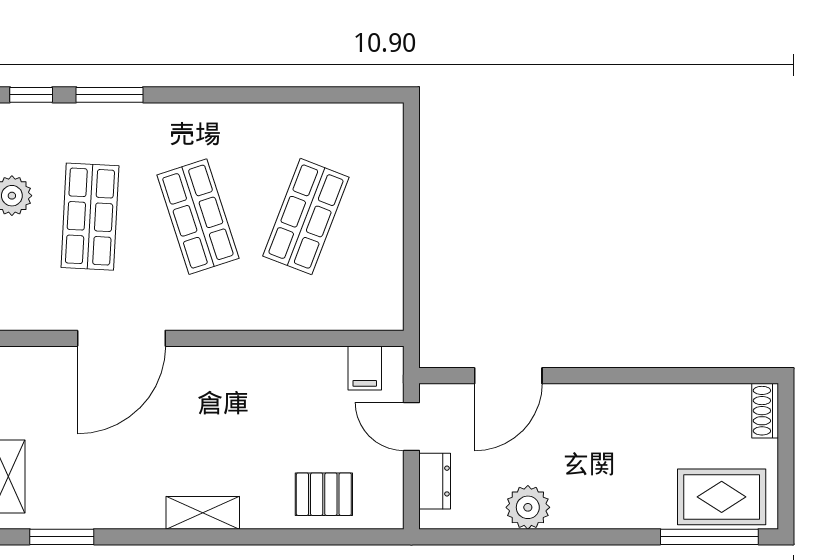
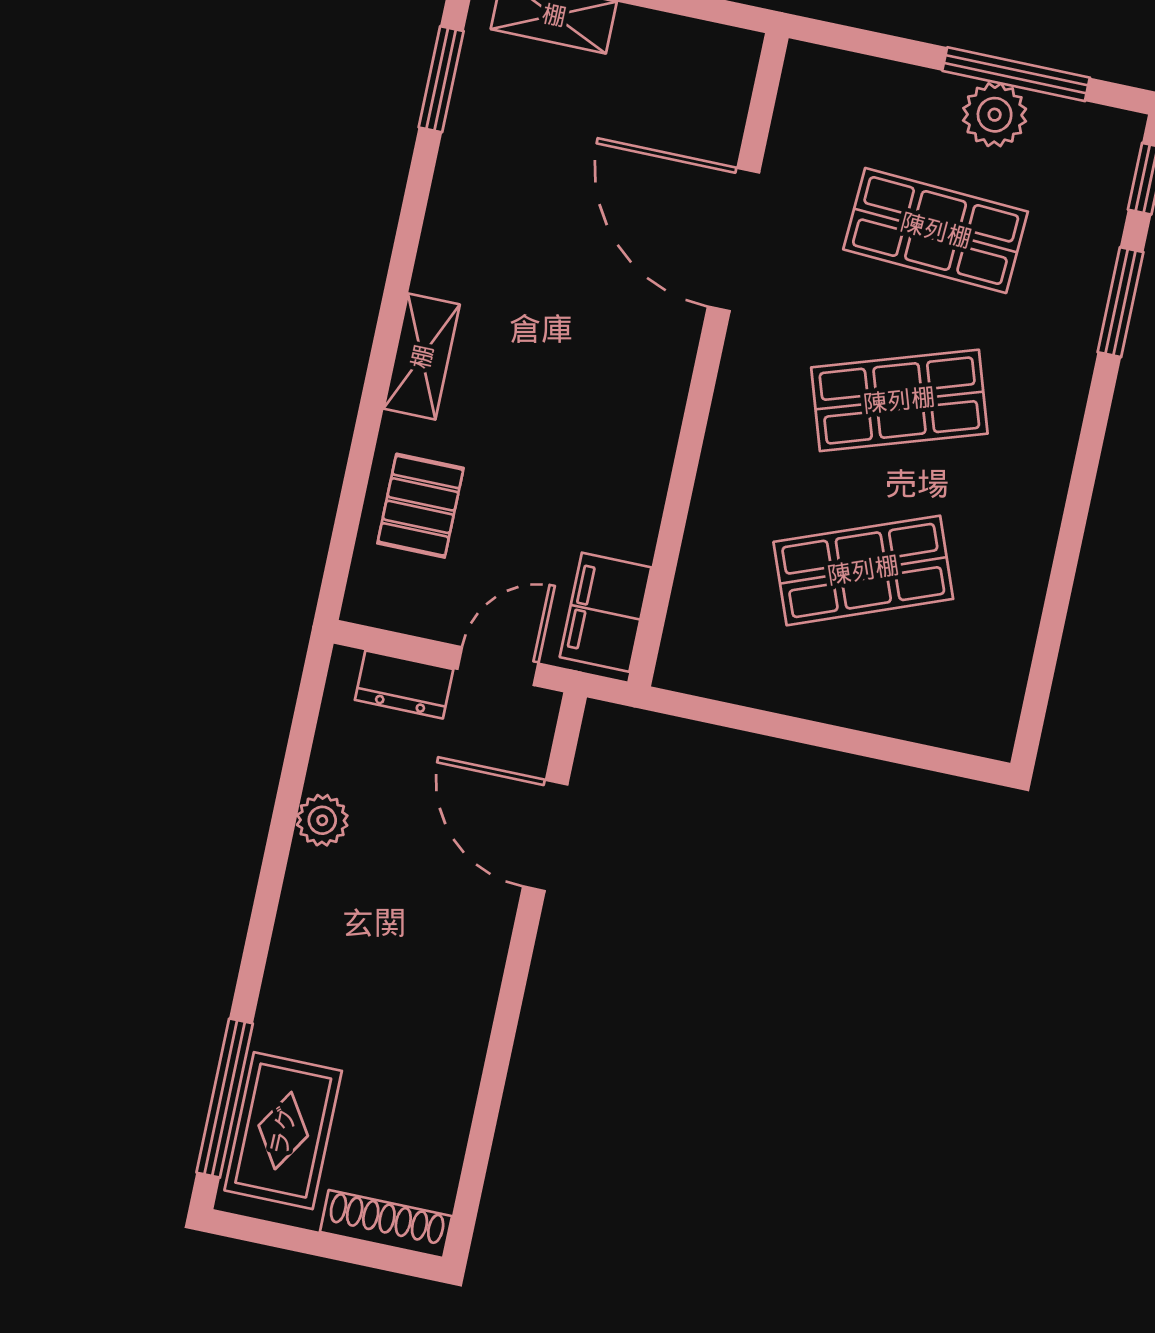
shop shelf: (306, 217) -> (863, 570), turned -42
filing cabinet: (365, 368) -> (606, 612), width x2.00
shoe rack: (765, 411) -> (386, 1224), width x1.43
plant: (528, 507) -> (322, 820), width x0.73, depth x0.73
shelving: (203, 513) -> (422, 357), moved

